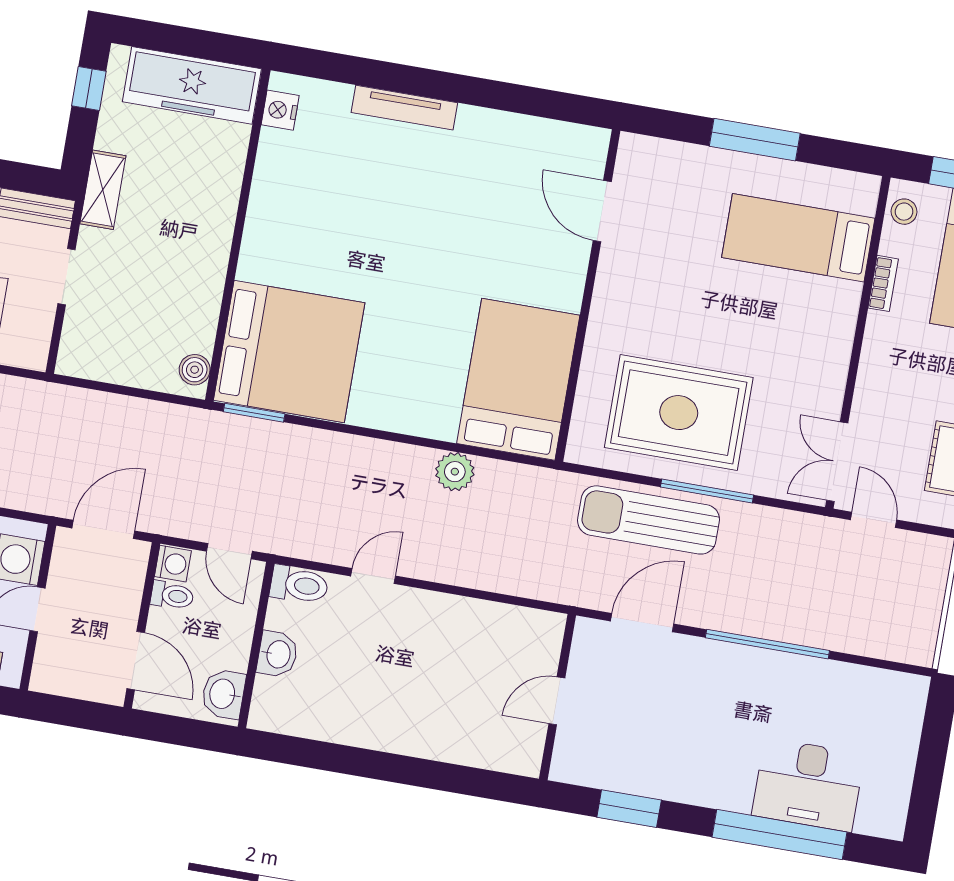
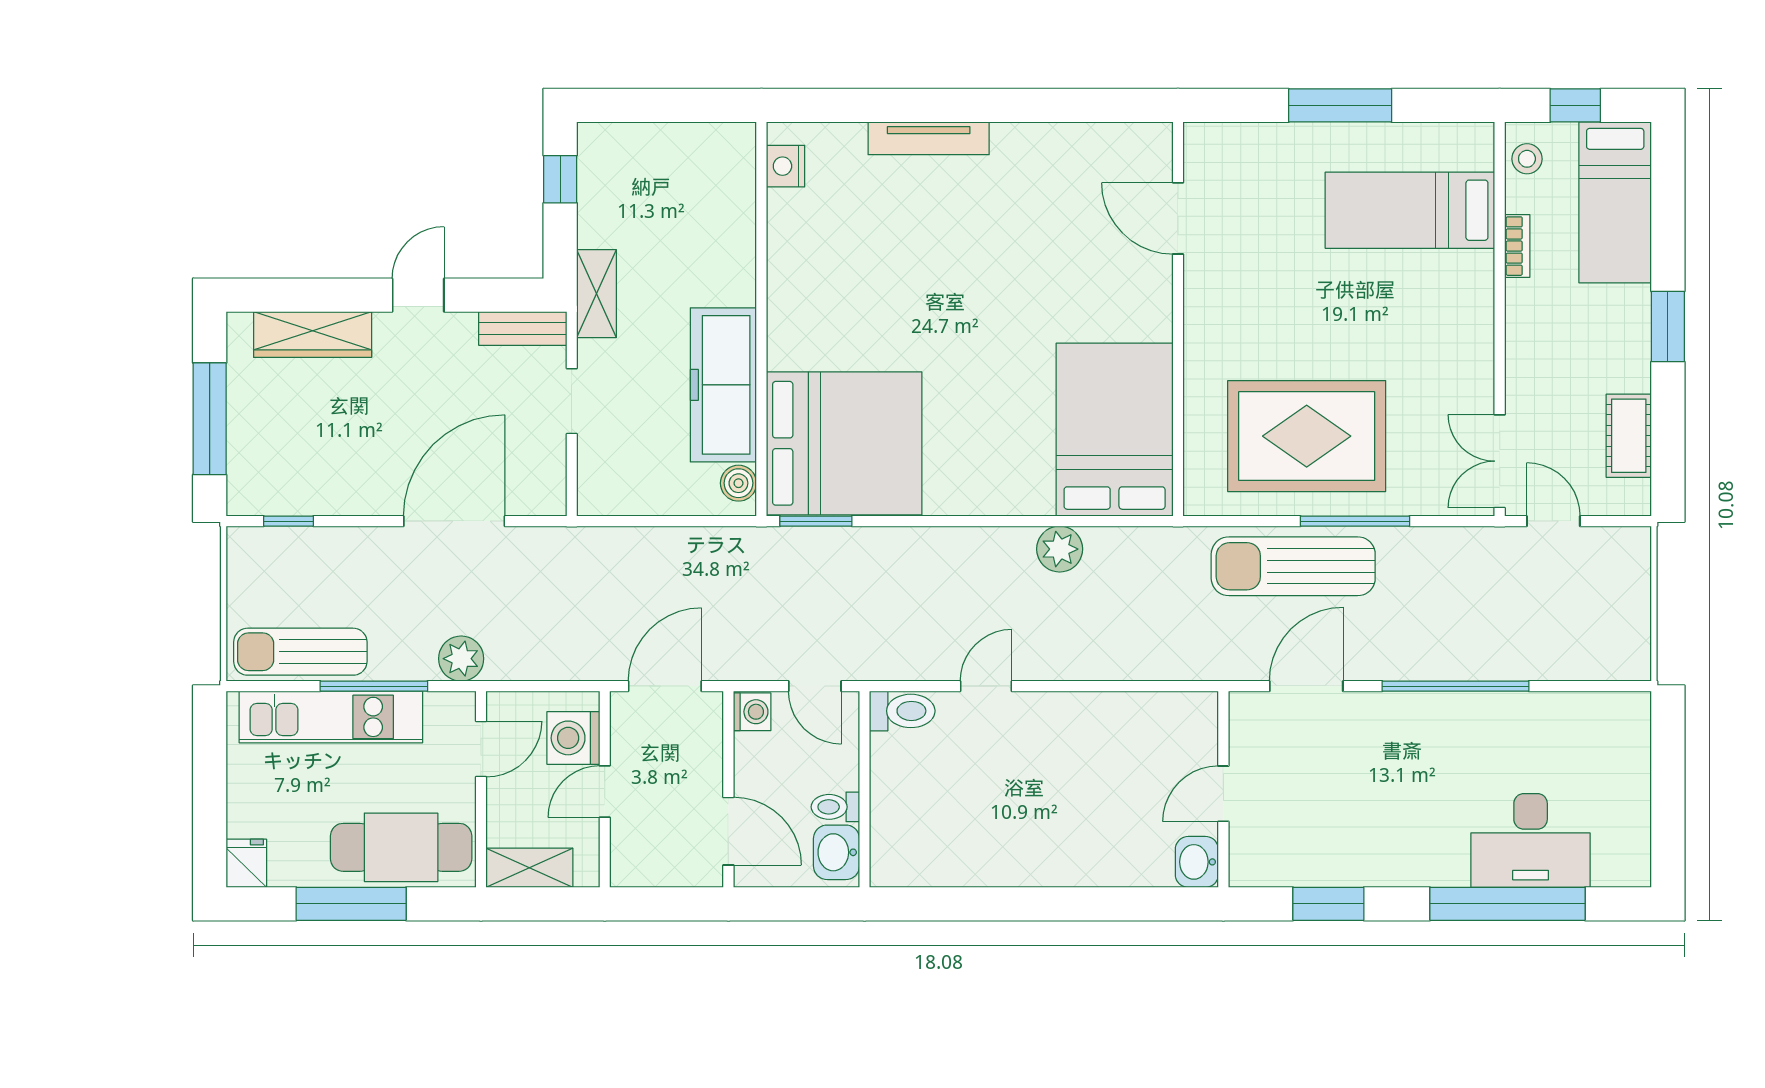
freezer: (192, 85) -> (723, 385), moved, turned 90
toilet: (172, 595) -> (835, 807), moved, turned 180
washbasin: (277, 654) -> (1197, 862), moved, turned 180

